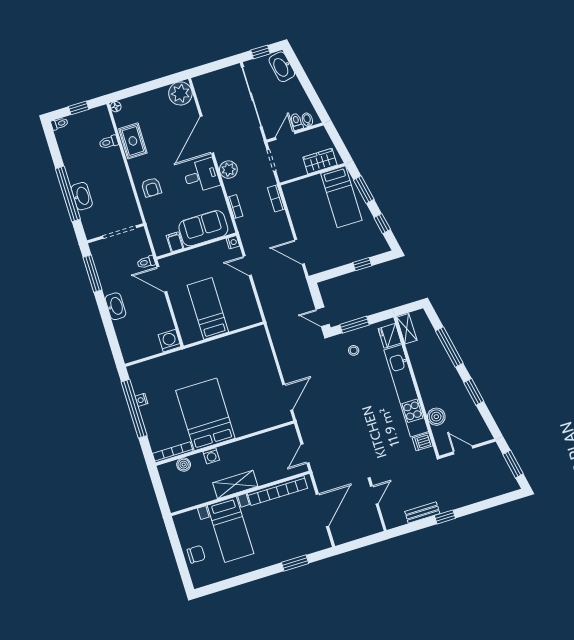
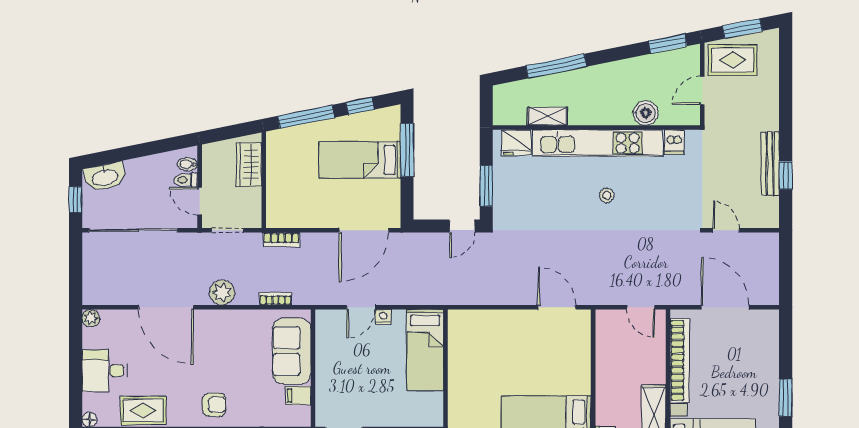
plant: (180, 93) -> (91, 318), width x0.53, depth x0.53
desk: (201, 176) -> (105, 371), moved, turned -90
window: (364, 190) -> (306, 117), width x1.44
bed: (341, 197) -> (360, 160), moved, turned 180
nightstand: (233, 242) -> (383, 317), moved
door: (299, 252) -> (364, 230), width x1.36
window: (362, 264) -> (407, 150), width x2.17
bed: (208, 309) -> (425, 350), moved, turned -90
shelving: (407, 329) -> (547, 116), moved
stool: (354, 350) -> (607, 195), moved
window: (474, 392) -> (668, 44), moved
rug: (490, 464) -> (733, 60), added
bench: (422, 513) -> (770, 164), width x1.36
window: (445, 517) -> (786, 175), moved
window: (295, 563) -> (786, 398), moved

